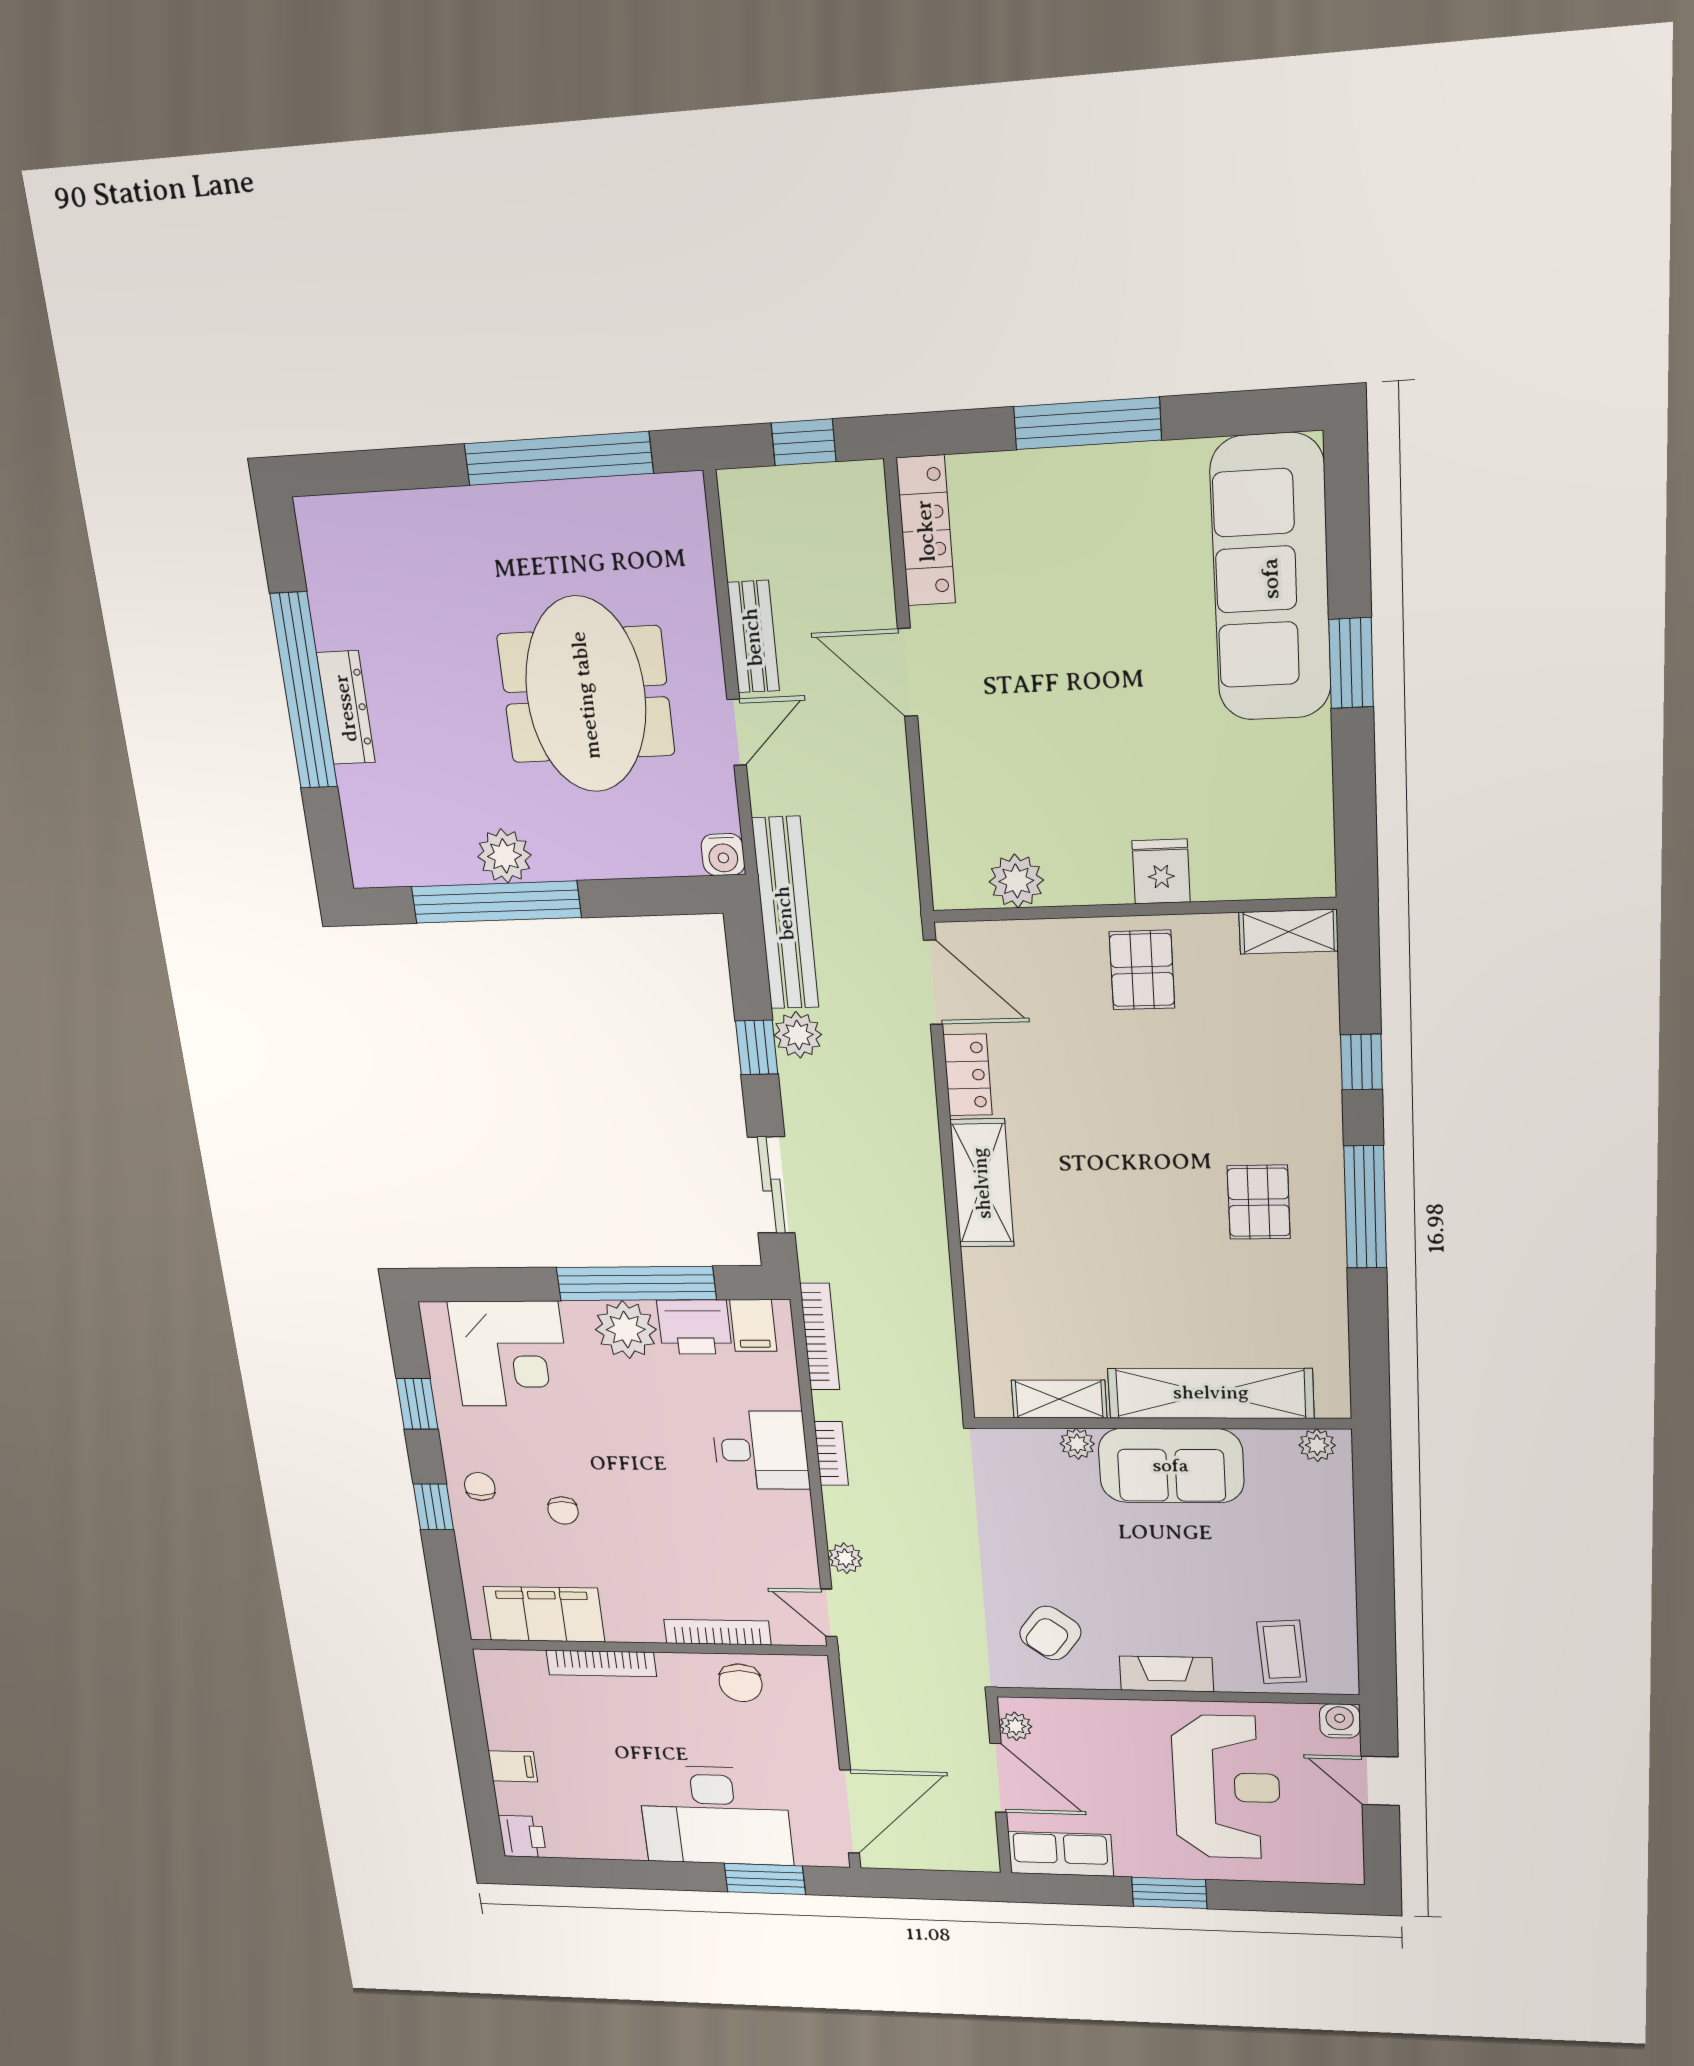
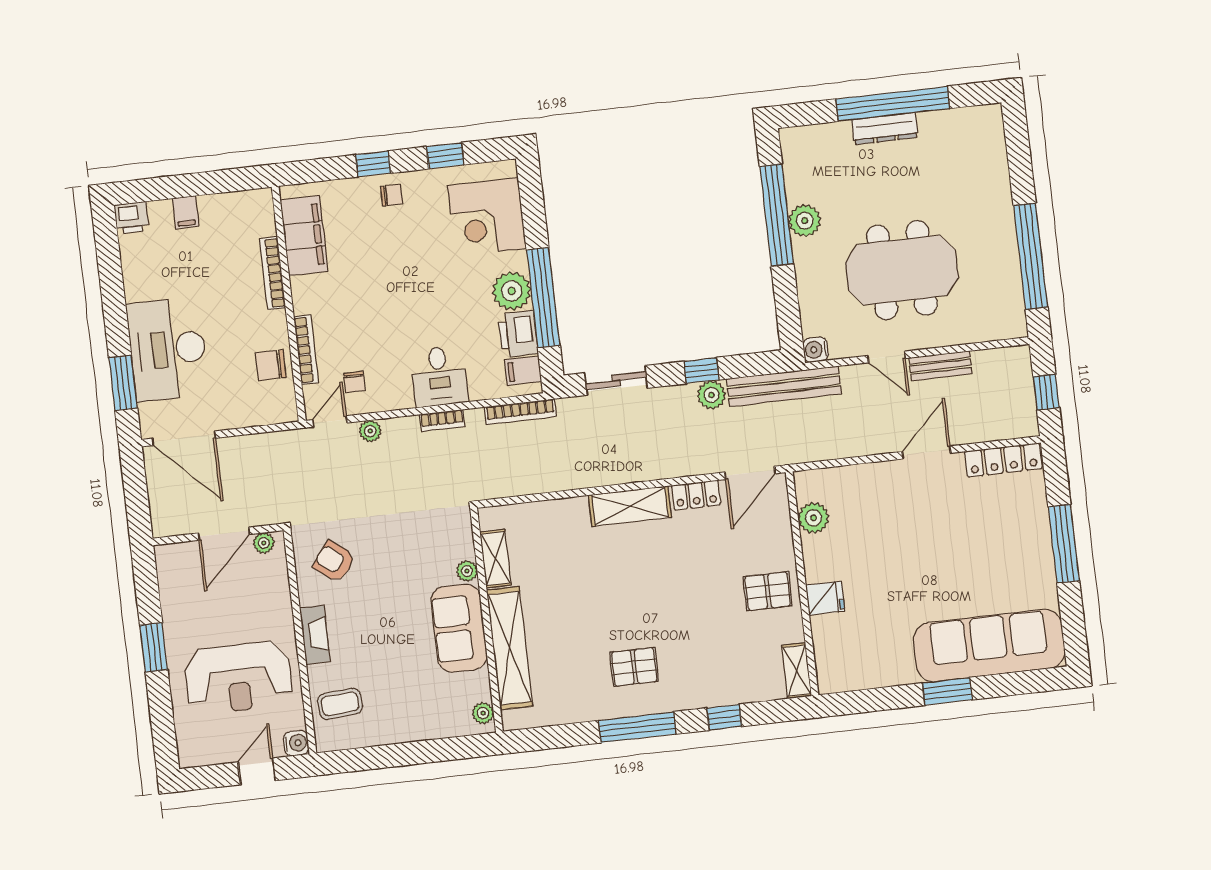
chair: (563, 1510) -> (354, 382), moved, turned -90
row of seats: (1061, 1854) -> (173, 576), removed

